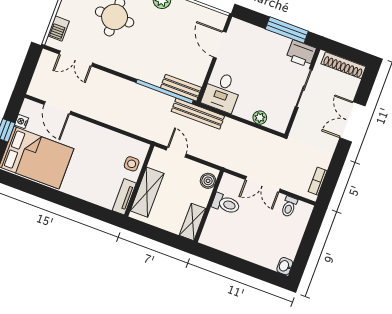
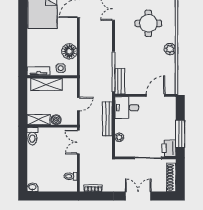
bench: (198, 114) -> (107, 119), moved
floor lamp: (113, 143) -> (69, 51), added
door: (176, 152) -> (78, 104), moved
boiler: (208, 181) -> (56, 120), moved
double door: (263, 184) -> (78, 142), moved
toilet: (226, 204) -> (32, 136), moved

